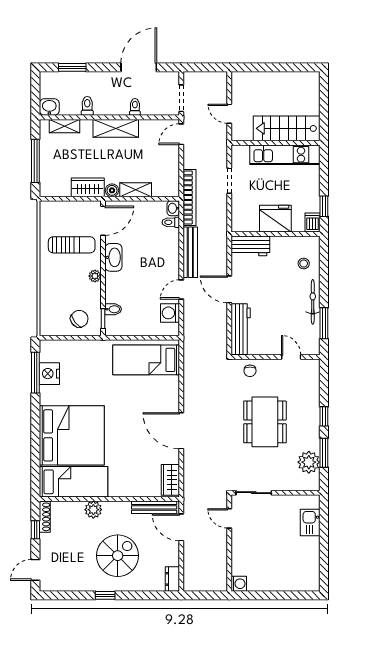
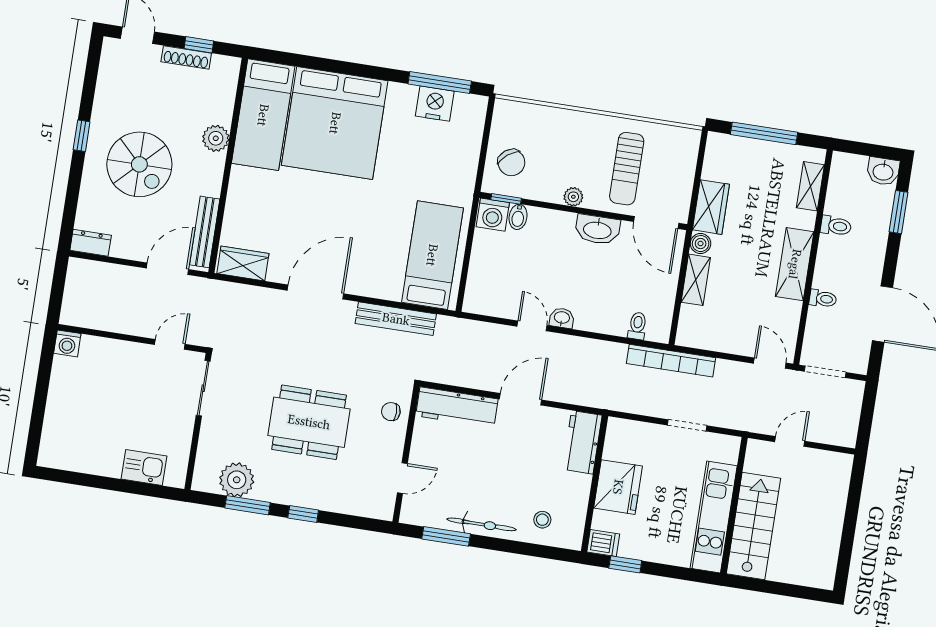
washbasin: (49, 107) -> (883, 171), moved, turned 90
washbasin: (173, 208) -> (562, 318), moved
bench: (190, 252) -> (396, 319), moved
washing machine: (170, 313) -> (493, 215), moved, turned 180
shoe rack: (45, 517) -> (186, 57), moved

